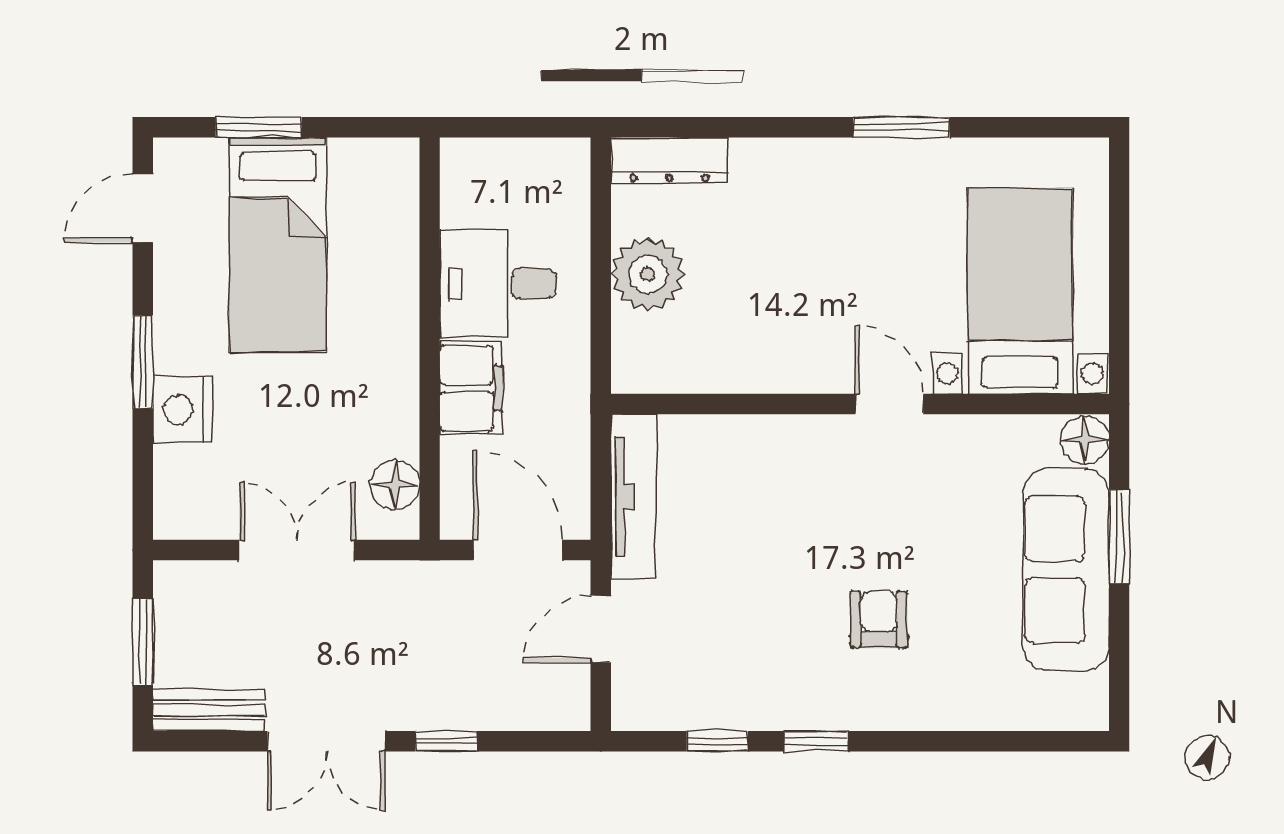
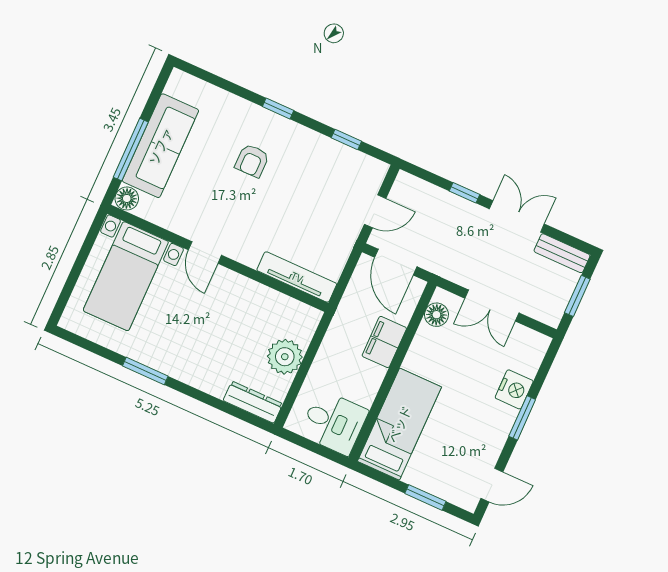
bed: (278, 245) -> (399, 424), moved
desk: (498, 284) -> (334, 423), moved
tv unit: (633, 497) -> (297, 277), moved, turned 90
window: (1119, 536) -> (131, 150), width x1.44
window: (816, 741) -> (278, 109), moved

